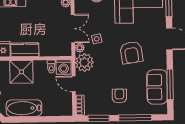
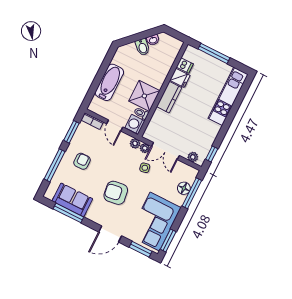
plant: (84, 62) -> (135, 143), width x0.53, depth x0.53
shower: (21, 72) -> (144, 96), moved
door: (74, 84) -> (115, 125), swing flipped
armchair: (119, 96) -> (82, 161), turned -90
bathtub: (24, 108) -> (109, 82), moved

